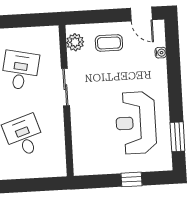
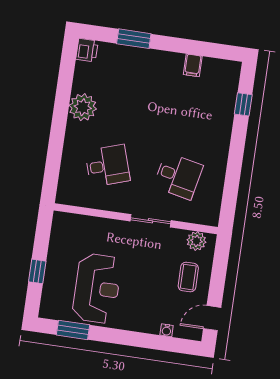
reception desk: (136, 123) -> (97, 288), turned 90

